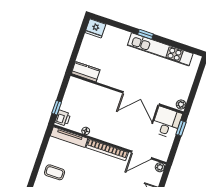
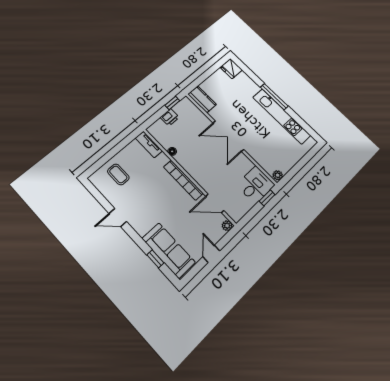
window: (145, 34) -> (274, 97), width x2.17
double door: (141, 98) -> (228, 136), moved
window: (57, 108) -> (172, 103), moved
printer: (63, 118) -> (170, 117), moved
tv unit: (69, 137) -> (149, 144), width x0.71

